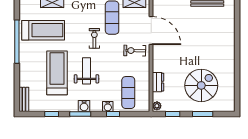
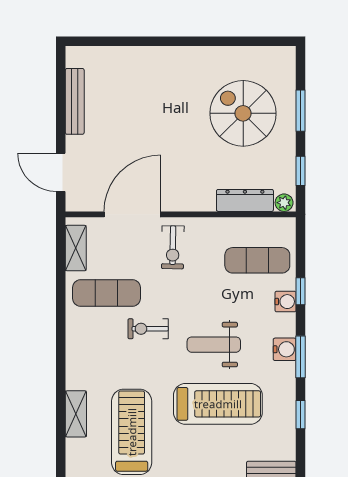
treadmill: (57, 73) -> (218, 404), turned 180
dresser: (158, 82) -> (245, 200), width x1.44

